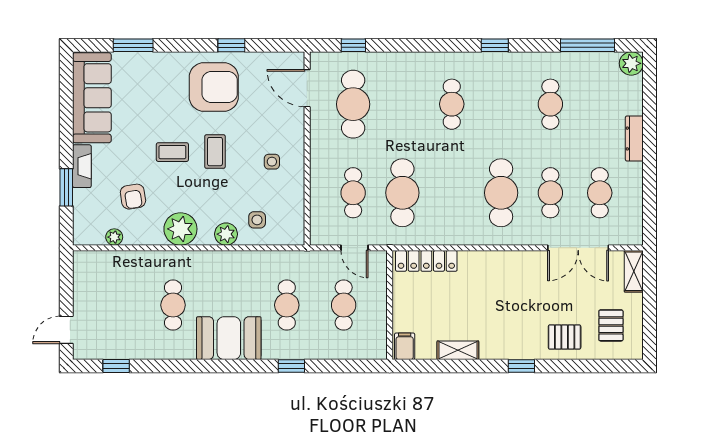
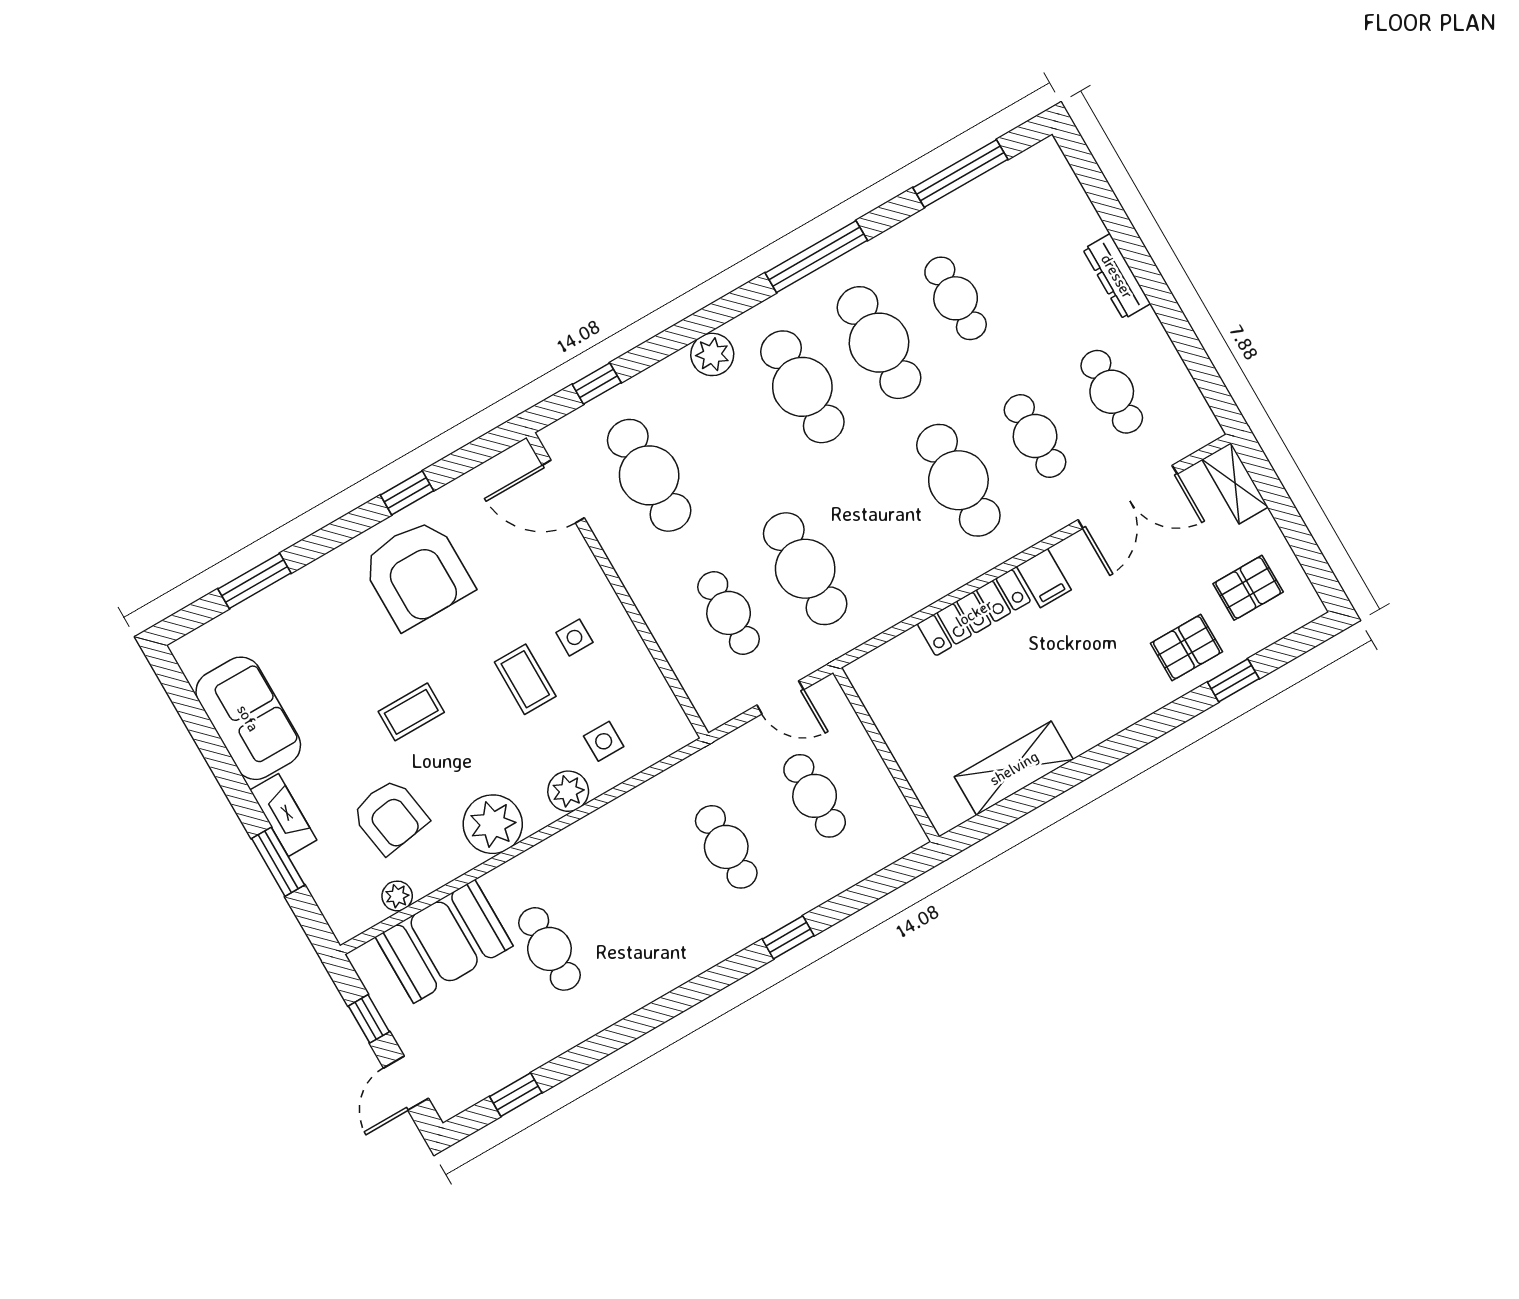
window: (495, 45) -> (816, 257), width x2.17
plant: (631, 63) -> (712, 354), moved
armchair: (214, 87) -> (417, 574), turned 90
sofa: (92, 98) -> (248, 718), width x0.73
cafe table: (452, 104) -> (802, 387), width x1.37, depth x1.35
cafe table: (501, 104) -> (879, 343), added
coffee table: (215, 152) -> (525, 679), moved
armchair: (133, 197) -> (390, 816), width x1.38, depth x1.38
locker: (426, 261) -> (974, 613), moved
window: (66, 288) -> (369, 1019), added
pallet: (611, 325) -> (1248, 588), turned 90
booth: (229, 338) -> (444, 941), moved
filing cabinet: (405, 346) -> (1044, 578), moved, turned 180
shelving: (458, 350) -> (1014, 768), width x1.50, depth x1.33
window: (521, 366) -> (1233, 680), moved

